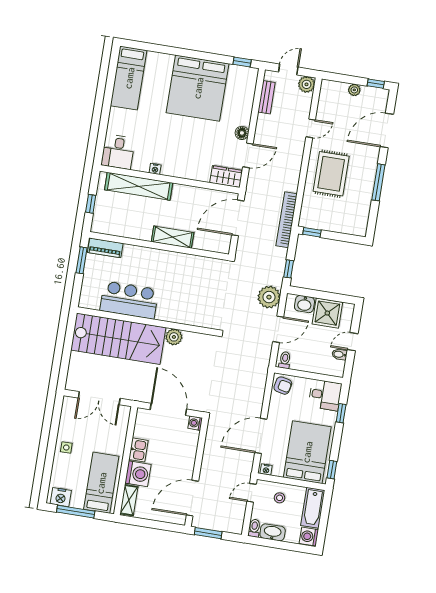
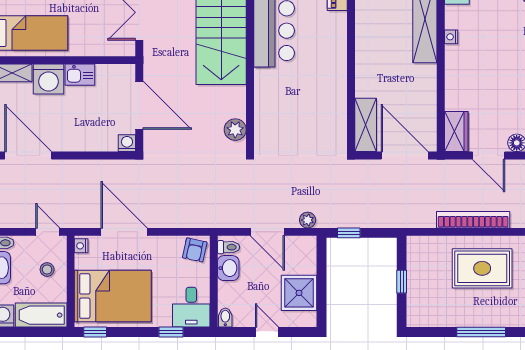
bookcase: (287, 220) -> (473, 220), moved
window: (312, 232) -> (402, 282), moved
shelving: (173, 237) -> (366, 125), moved
plant: (269, 297) -> (308, 220), width x0.53, depth x0.53
washbasin: (304, 304) -> (228, 268), moved, turned 180
plant: (174, 337) -> (235, 130), moved
bidet: (340, 354) -> (225, 318), moved
door: (168, 409) -> (139, 105), hinge flipped

